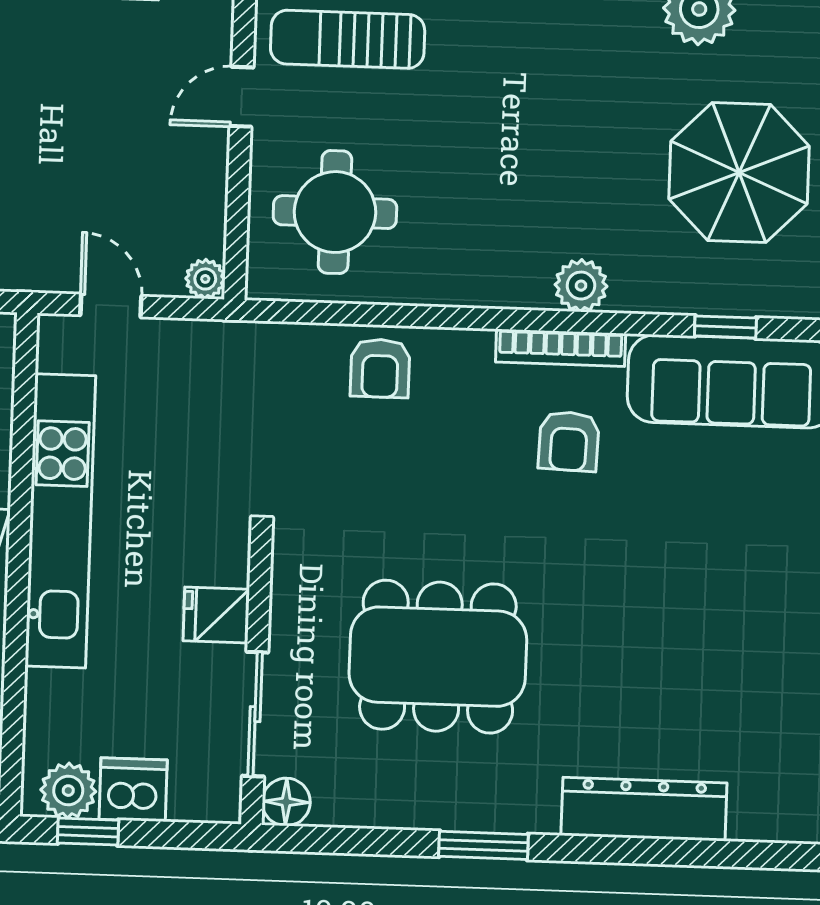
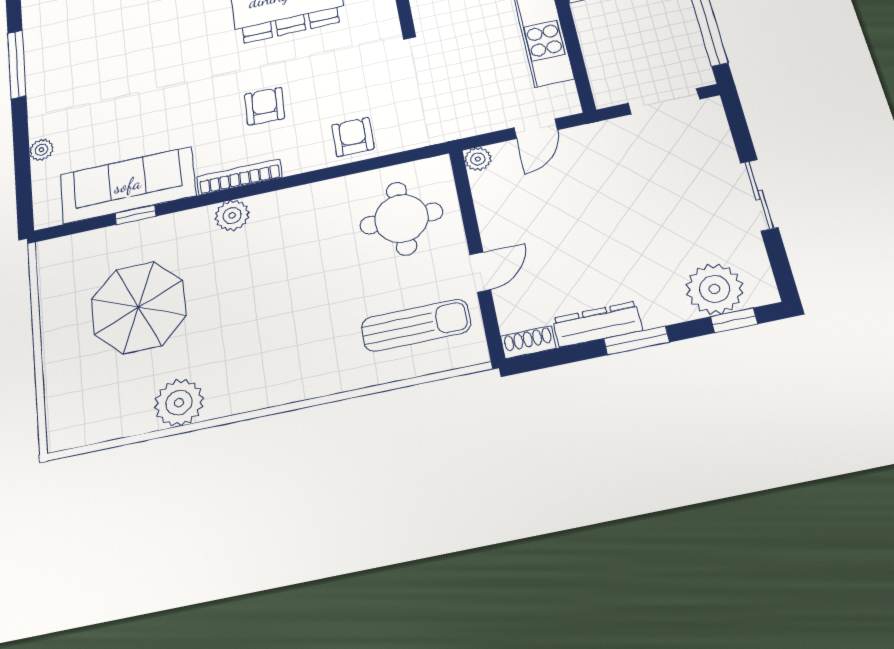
door: (111, 305) -> (536, 129), hinge flipped
armchair: (569, 441) -> (265, 106), moved

